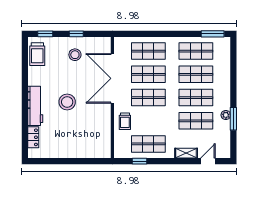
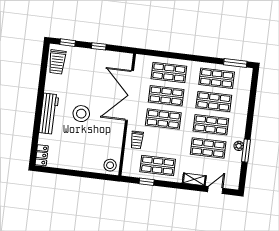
stool: (75, 55) -> (110, 165), moved
locker: (33, 137) -> (42, 155), moved

